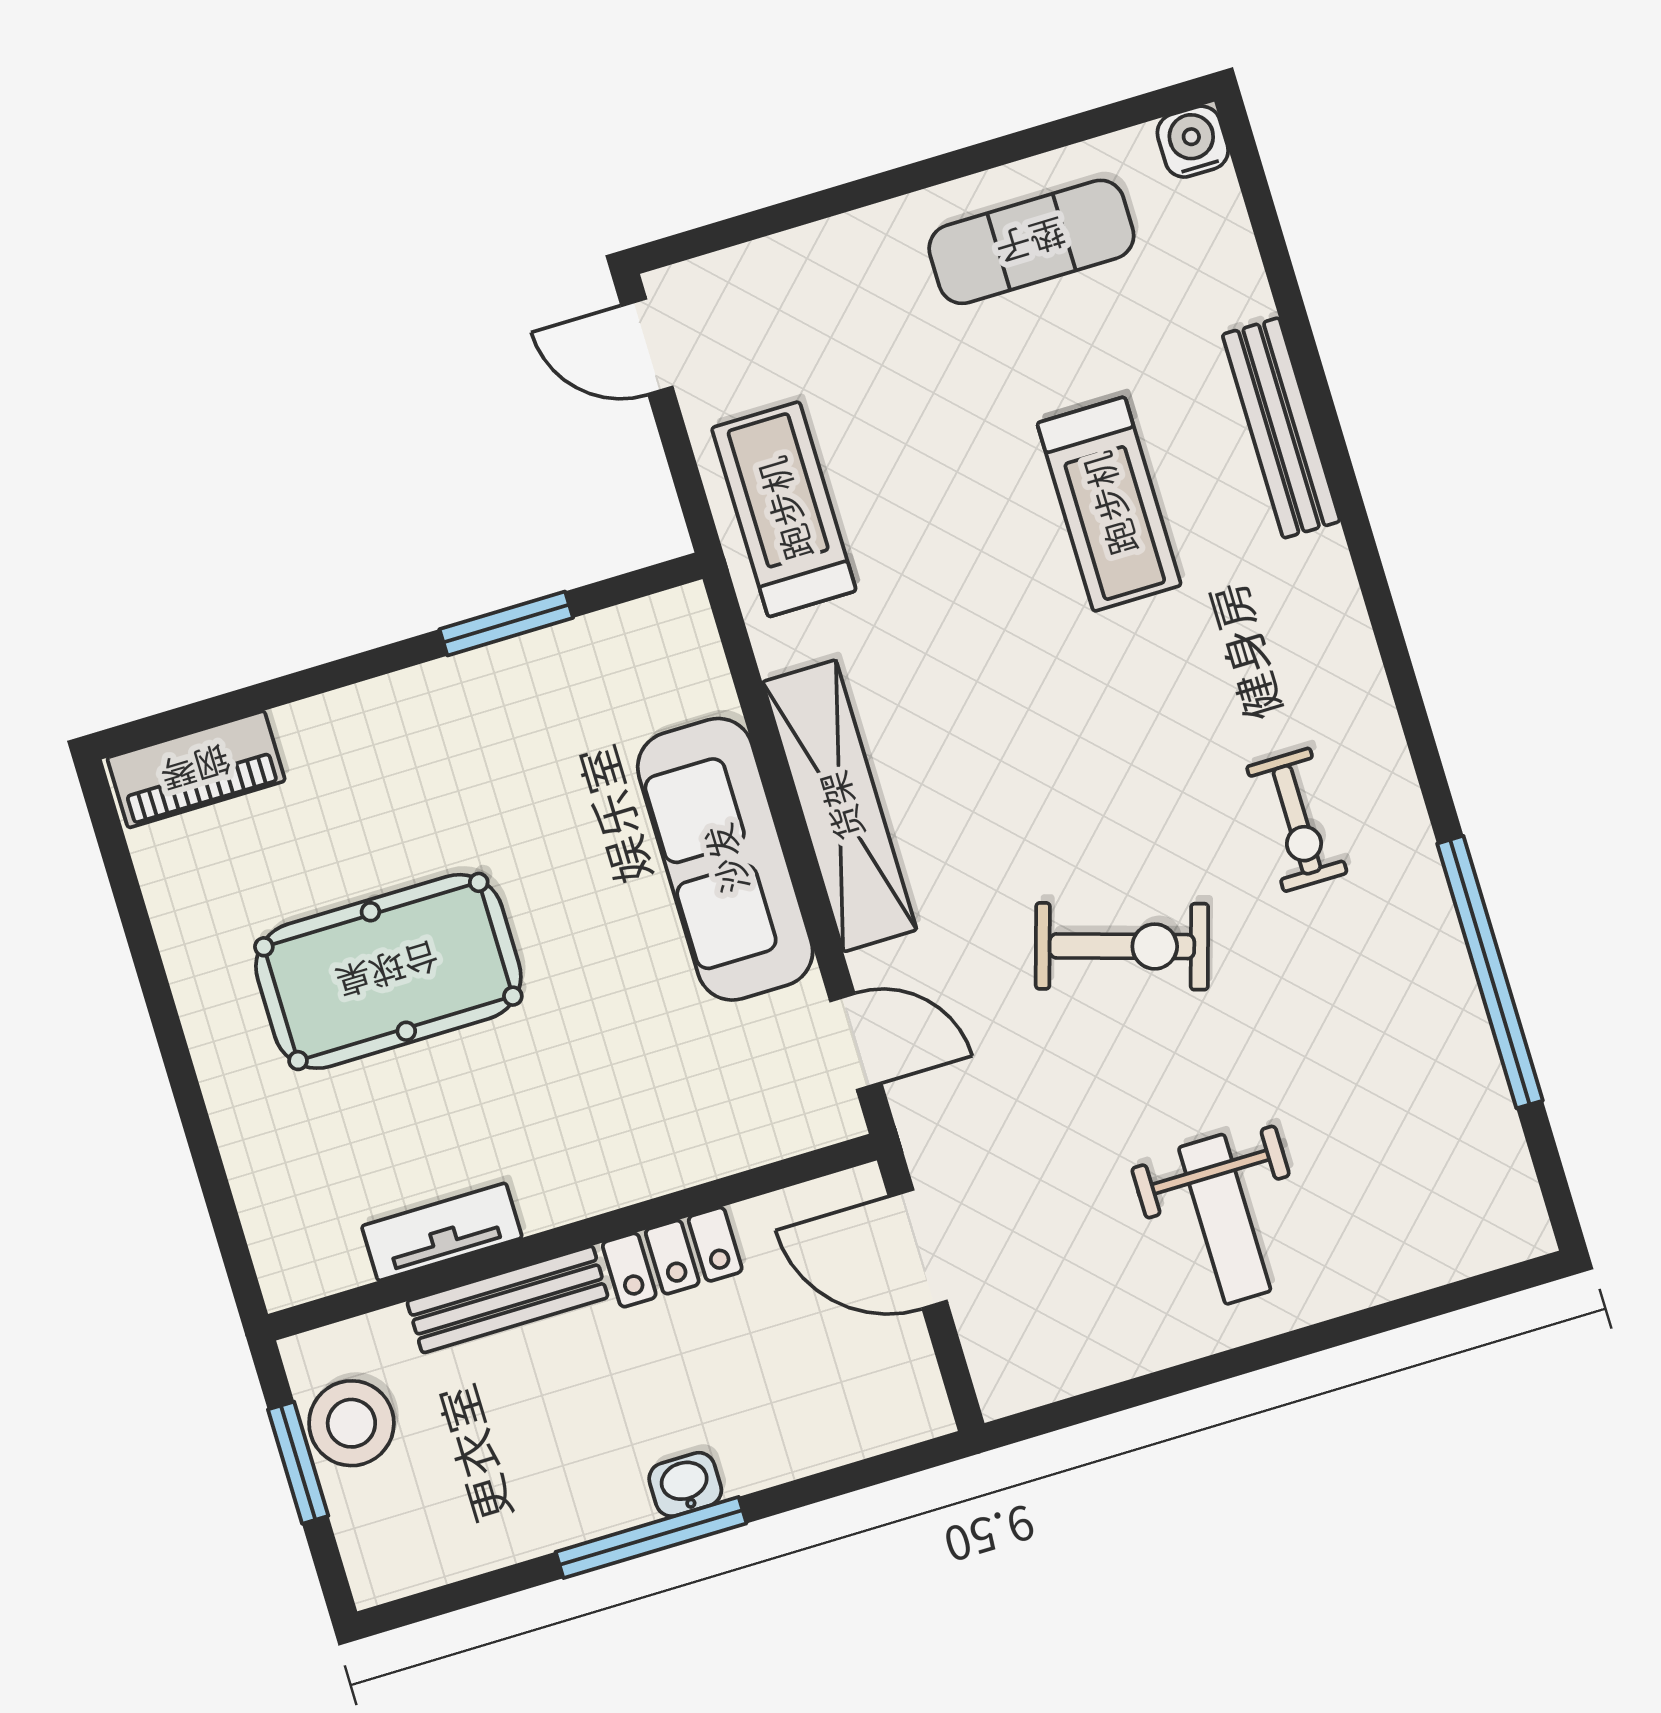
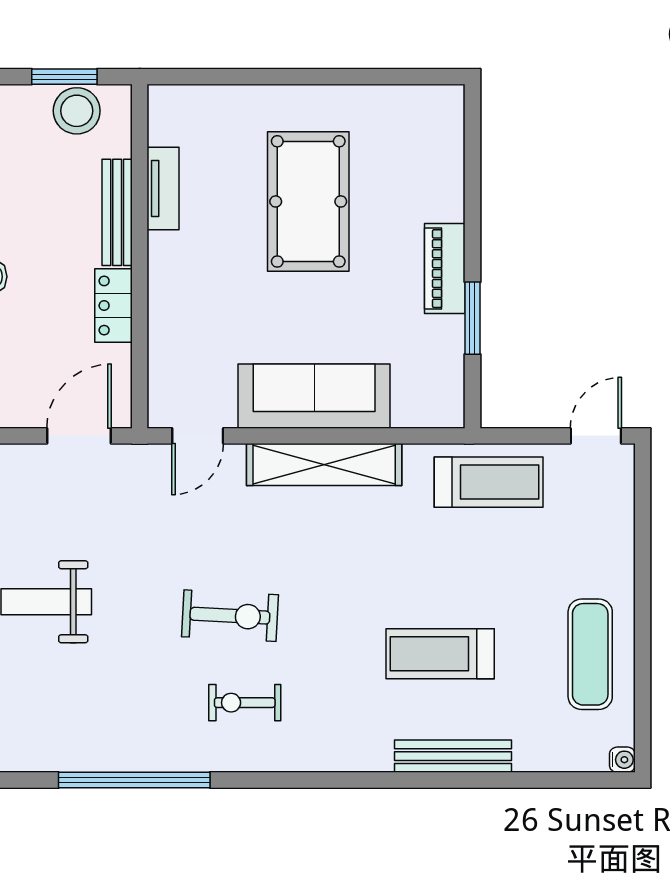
water cooler: (1193, 142) -> (622, 760), width x0.72, depth x0.72
piano: (196, 769) -> (445, 269), moved
exercise bike: (1122, 946) -> (230, 616), moved, turned -104

